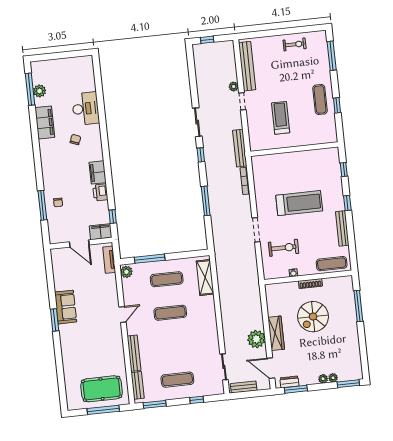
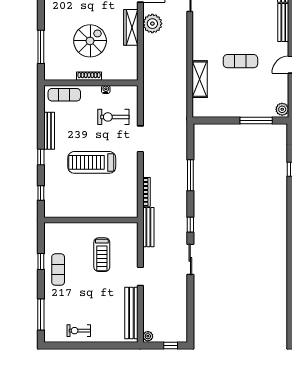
plant: (234, 87) -> (148, 336), moved
shelving: (205, 277) -> (200, 79), moved
exercise mat: (167, 279) -> (240, 97), removed

